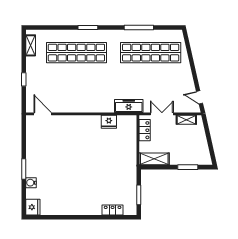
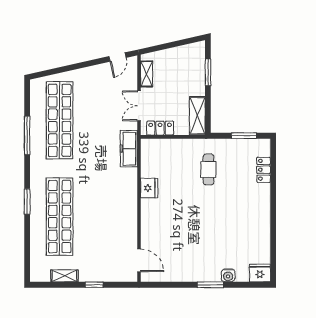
shelving: (31, 45) -> (64, 276), moved
door: (43, 114) -> (139, 260), swing flipped
fridge: (109, 122) -> (149, 188), moved
cafe table: (113, 168) -> (208, 169), added

